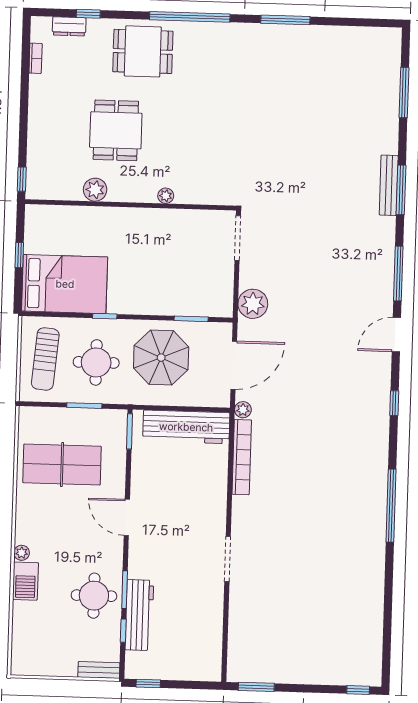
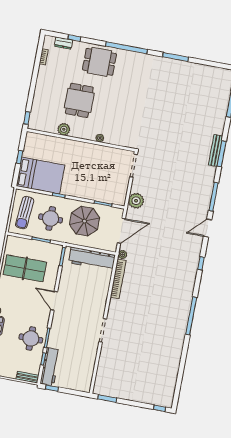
workbench: (139, 615) -> (50, 367), moved

